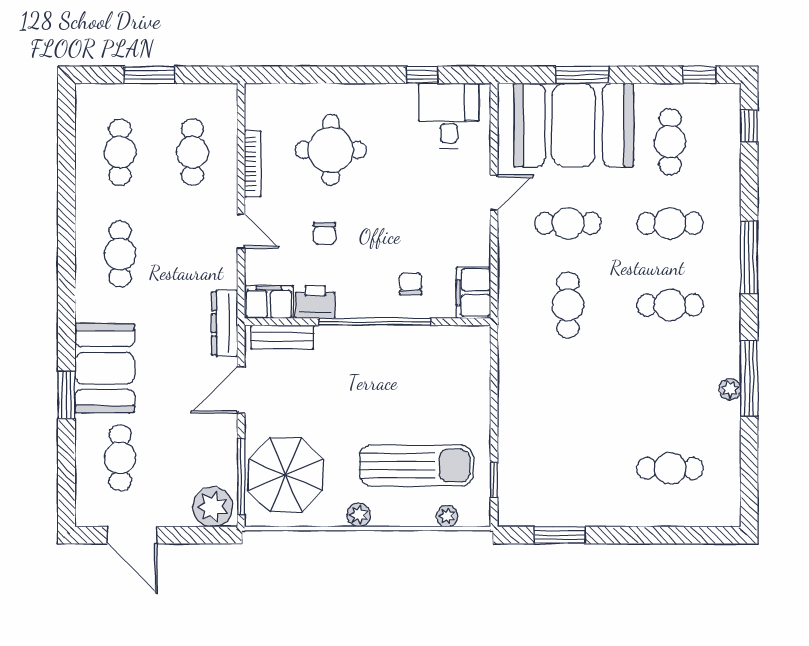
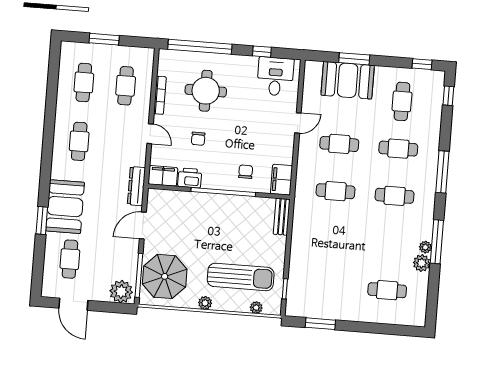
window: (315, 75) -> (200, 47), added
booth: (574, 125) -> (348, 80), width x0.73, depth x0.70
cafe table: (568, 305) -> (336, 191), turned 90
bench: (282, 337) -> (282, 217), moved, turned 90
plant: (726, 417) -> (422, 263), added

